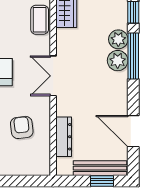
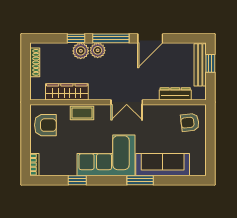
plant: (118, 61) -> (81, 51), moved
armchair: (22, 127) -> (190, 122), moved
door: (133, 131) -> (150, 38), moved

